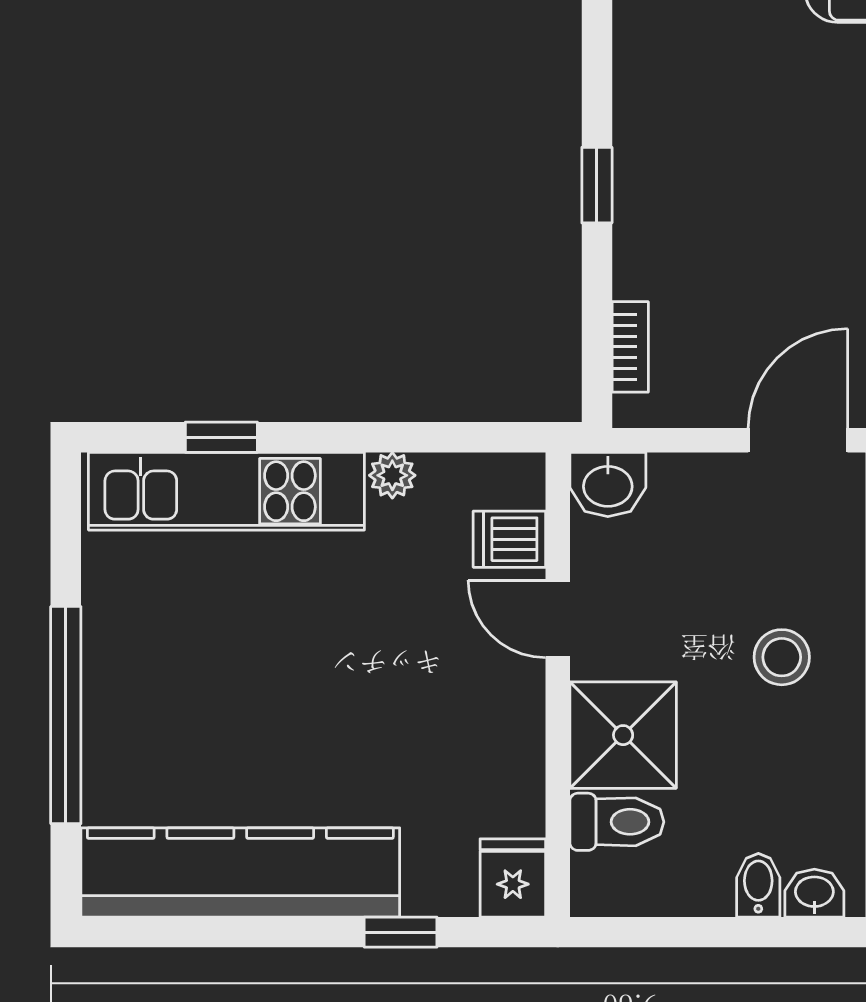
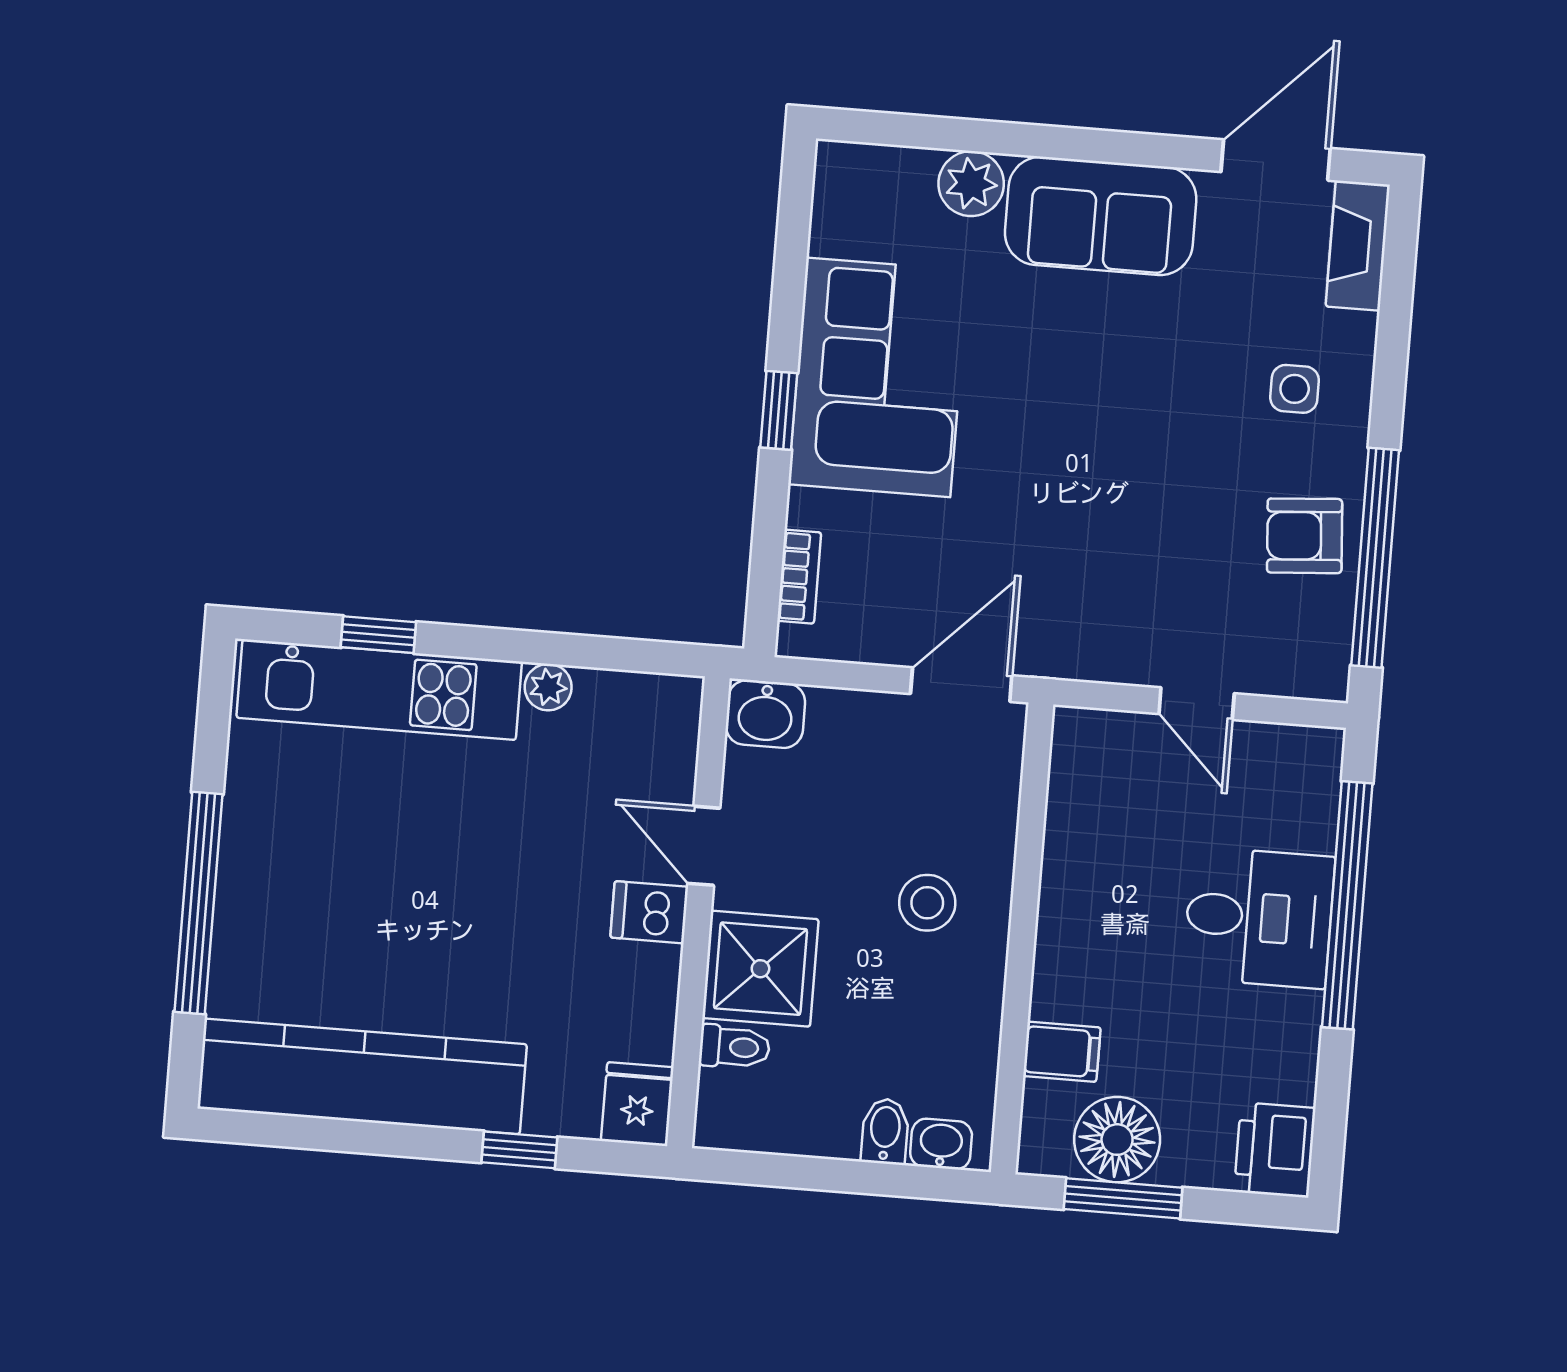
corner sofa: (692, 145) -> (878, 377), added
dishwasher: (509, 539) -> (649, 912), moved
toilet: (617, 822) -> (734, 1047), width x0.73, depth x0.72

